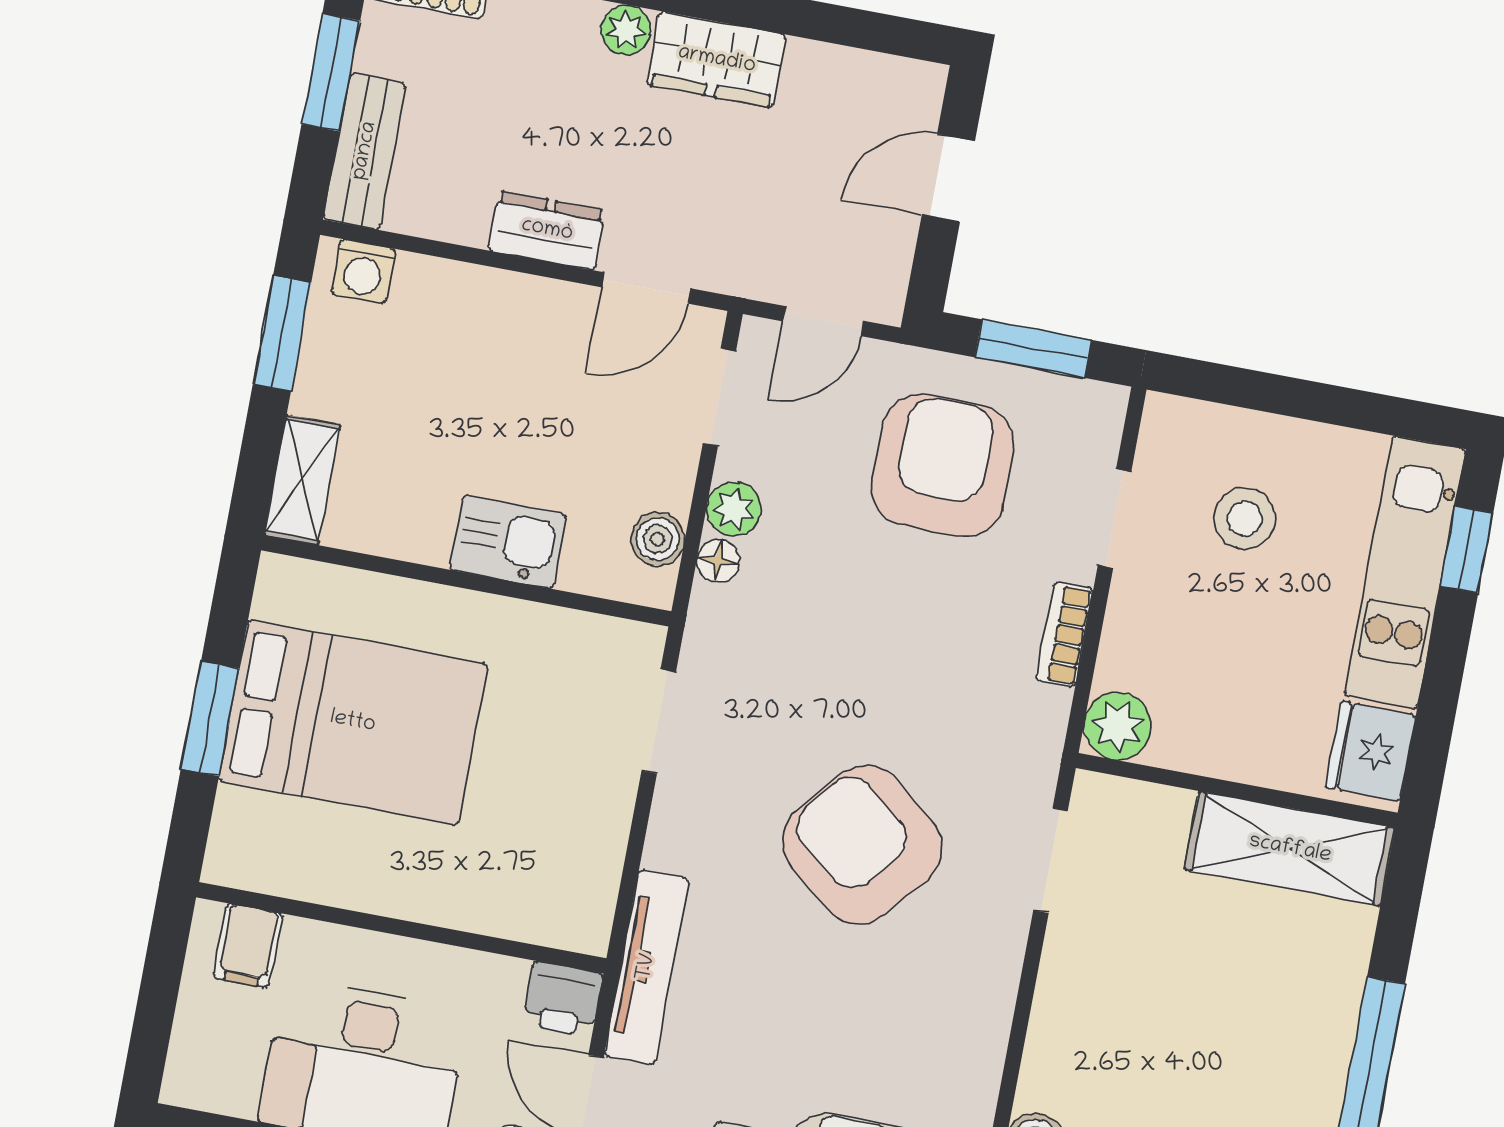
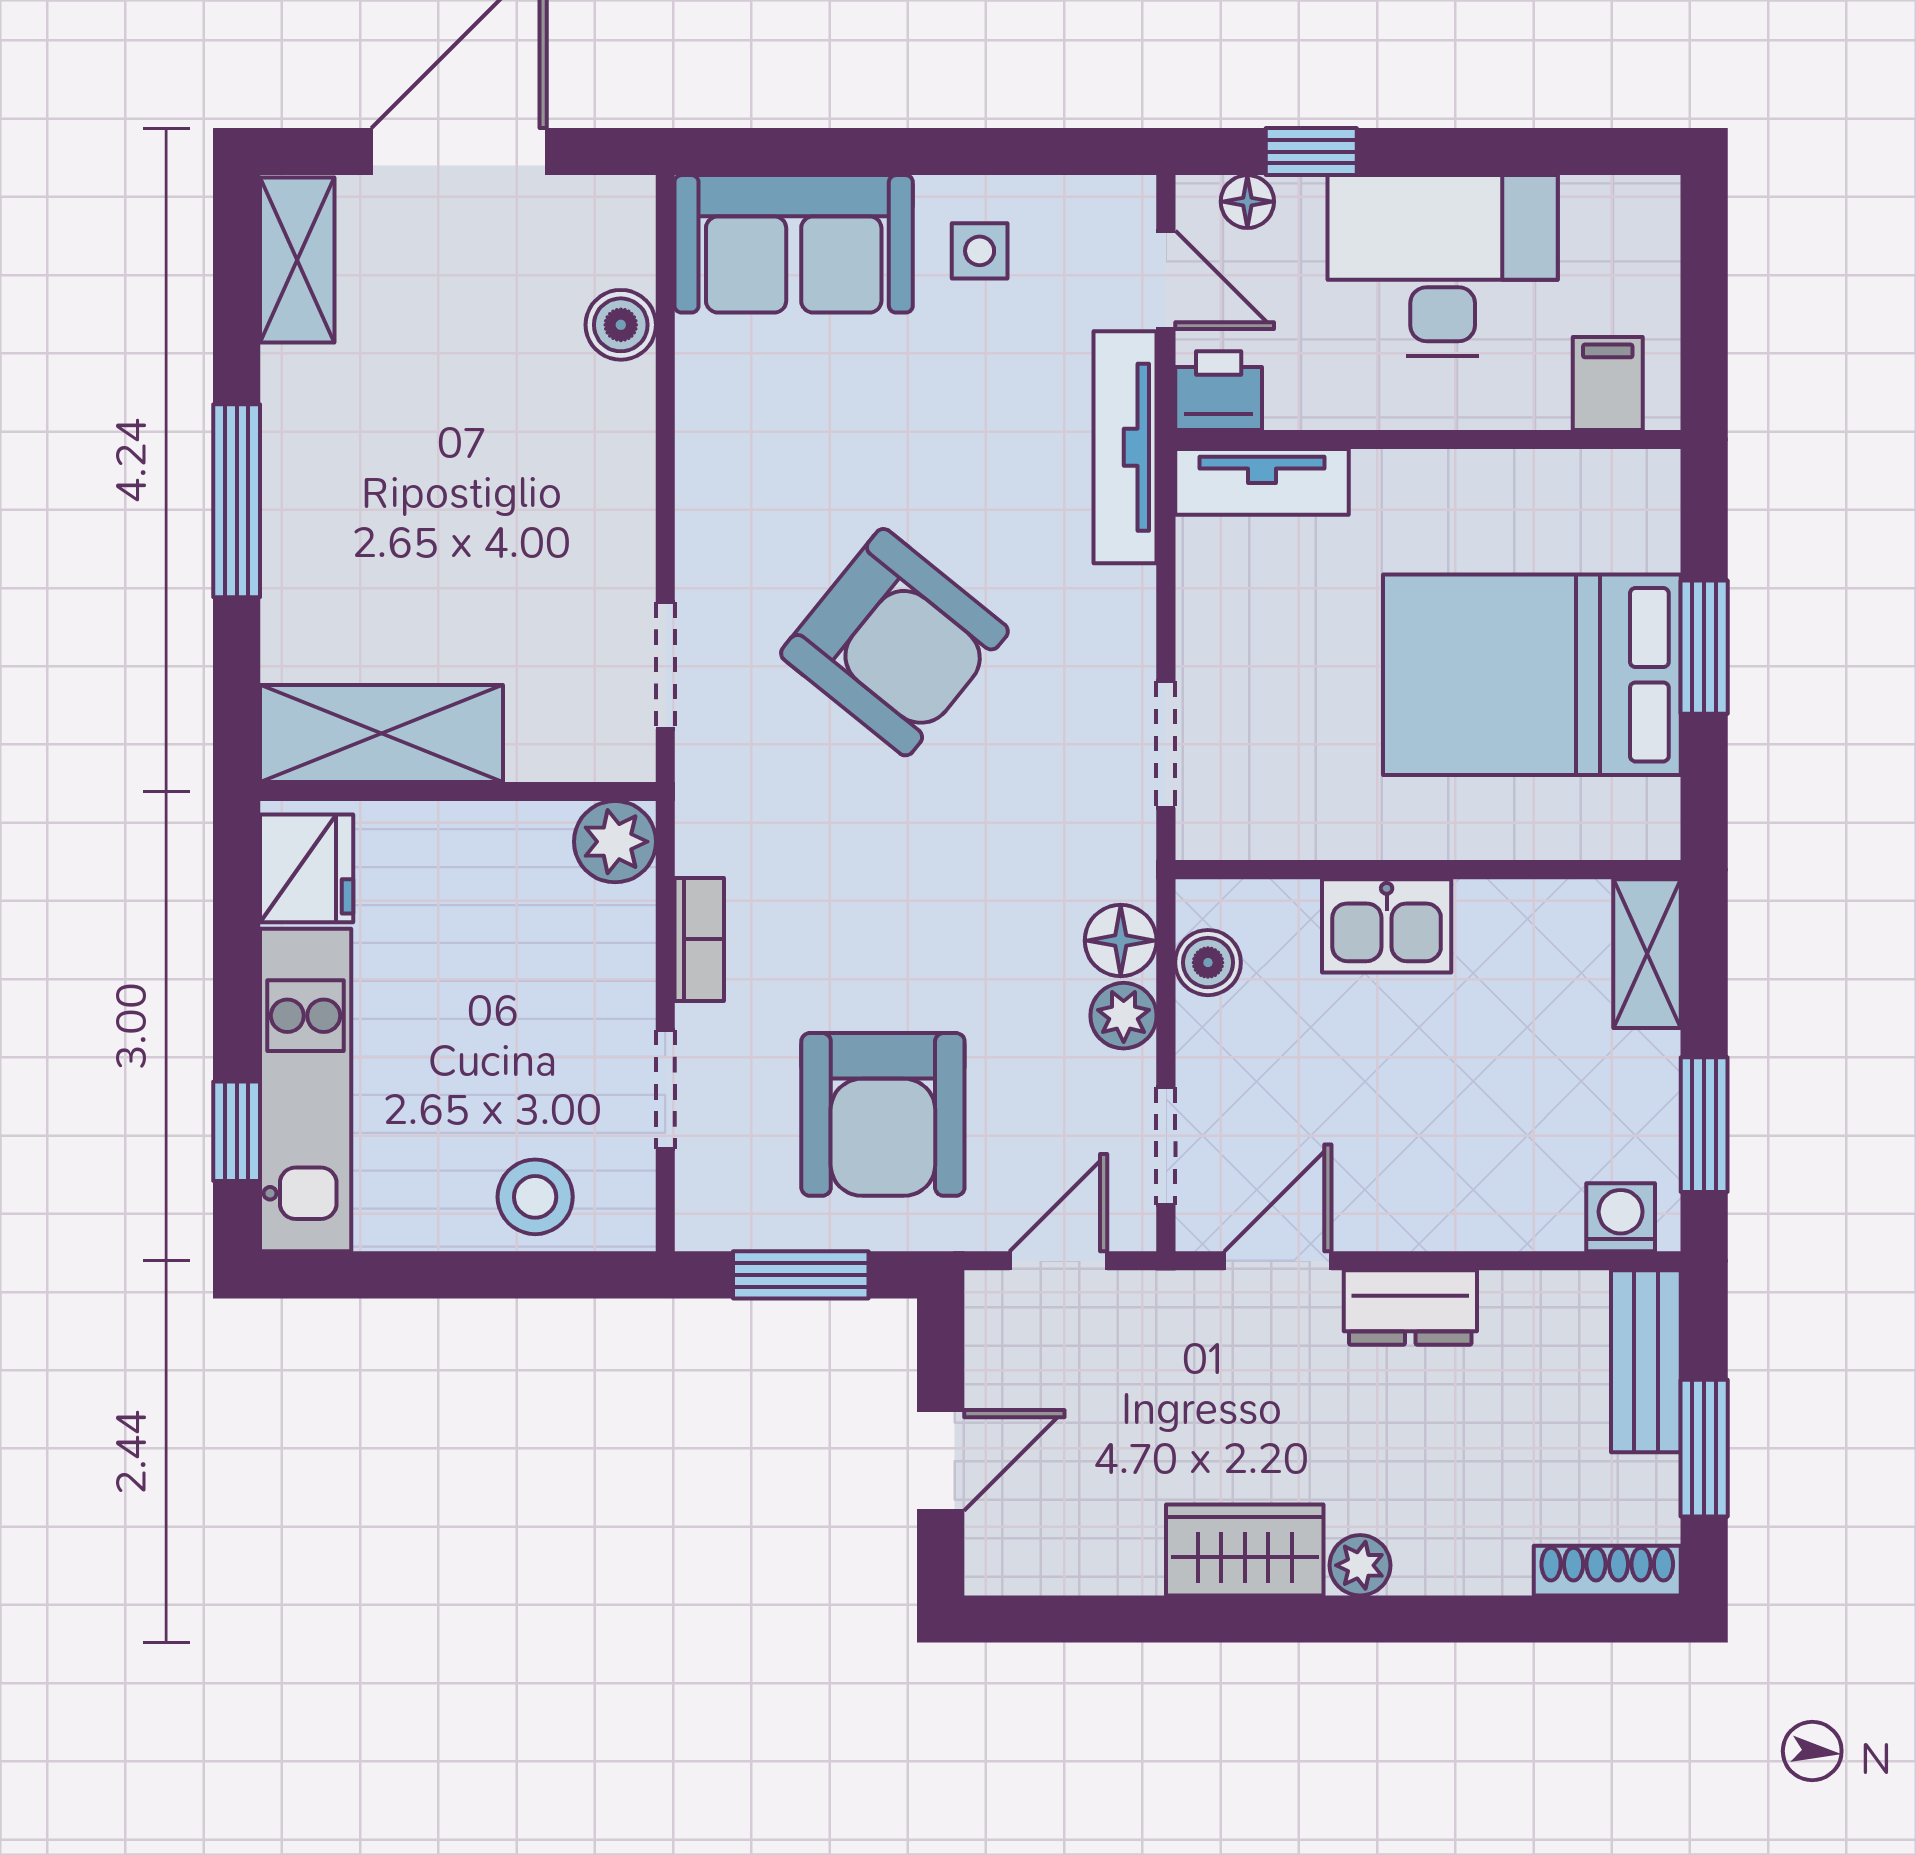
stool: (1245, 518) -> (535, 1197), moved
floor lamp: (718, 561) -> (1121, 941), width x1.37, depth x1.37
tv unit: (542, 919) -> (1262, 482), added

